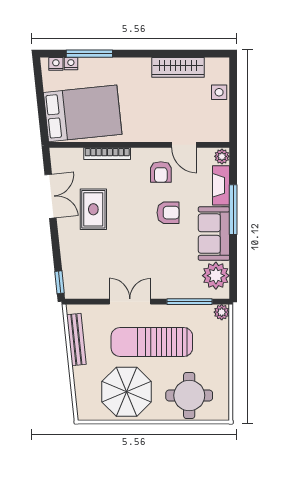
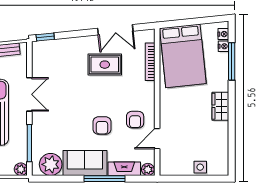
wardrobe: (178, 67) -> (220, 106), moved, width x0.67
bookcase: (107, 154) -> (150, 62), moved
armchair: (161, 172) -> (135, 120), turned -90

